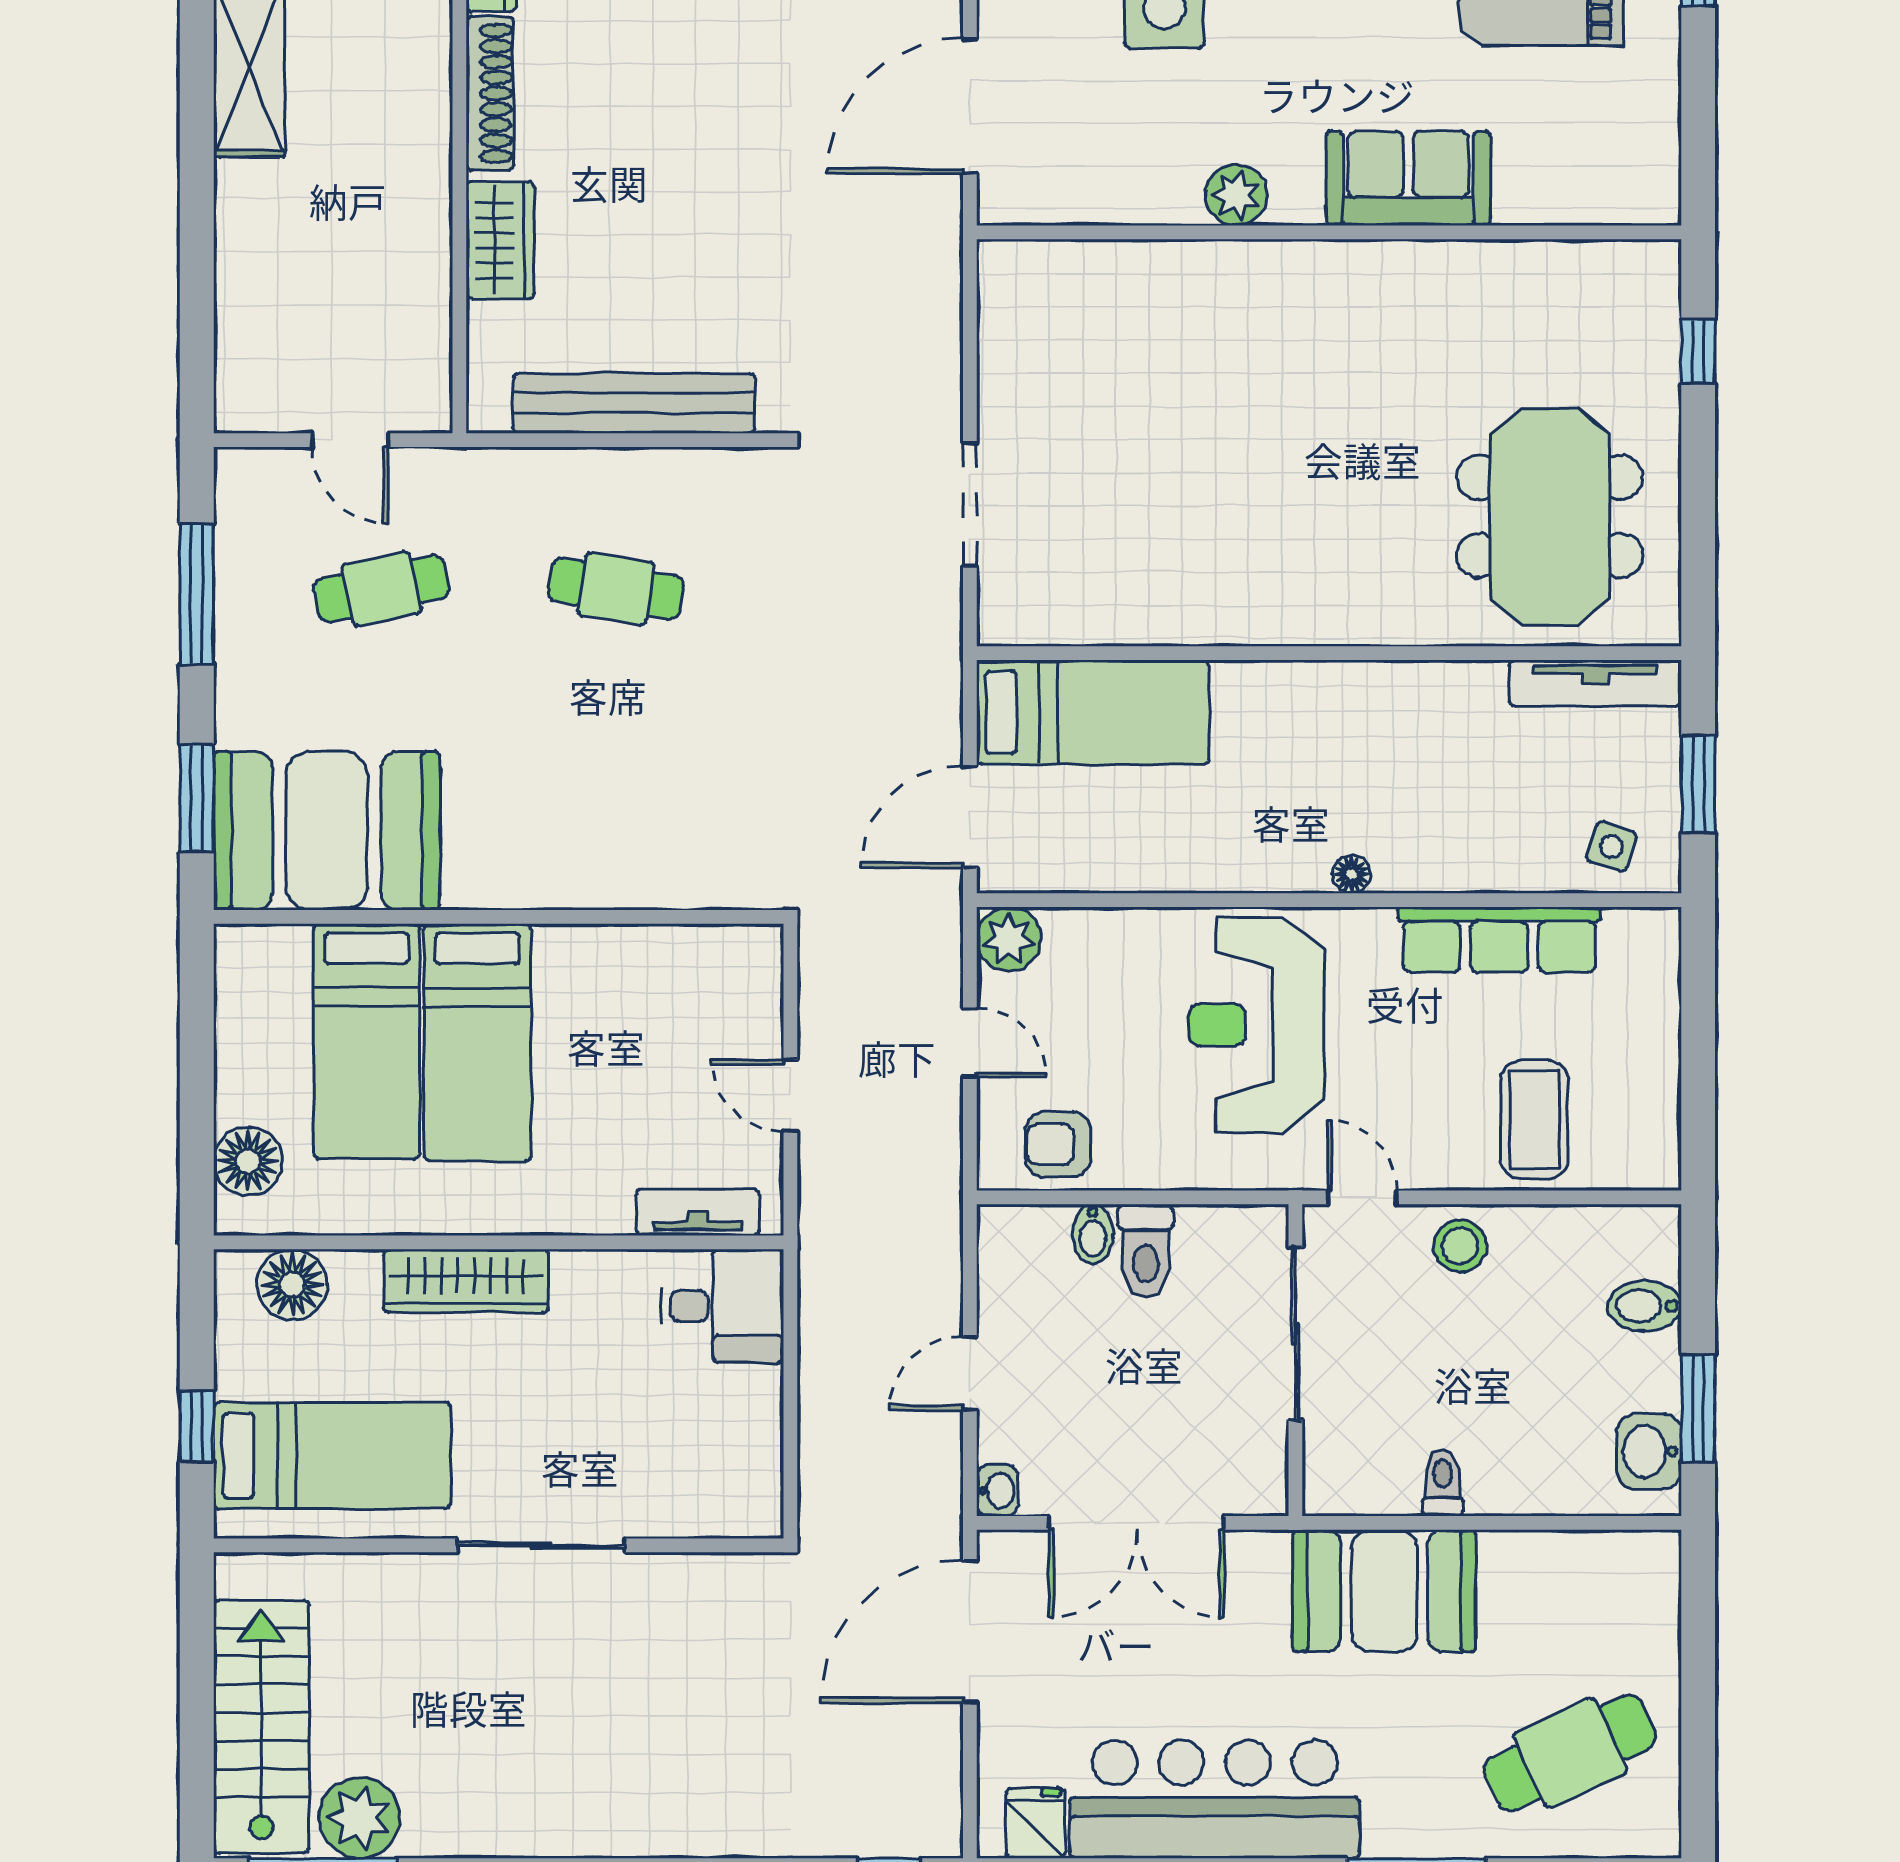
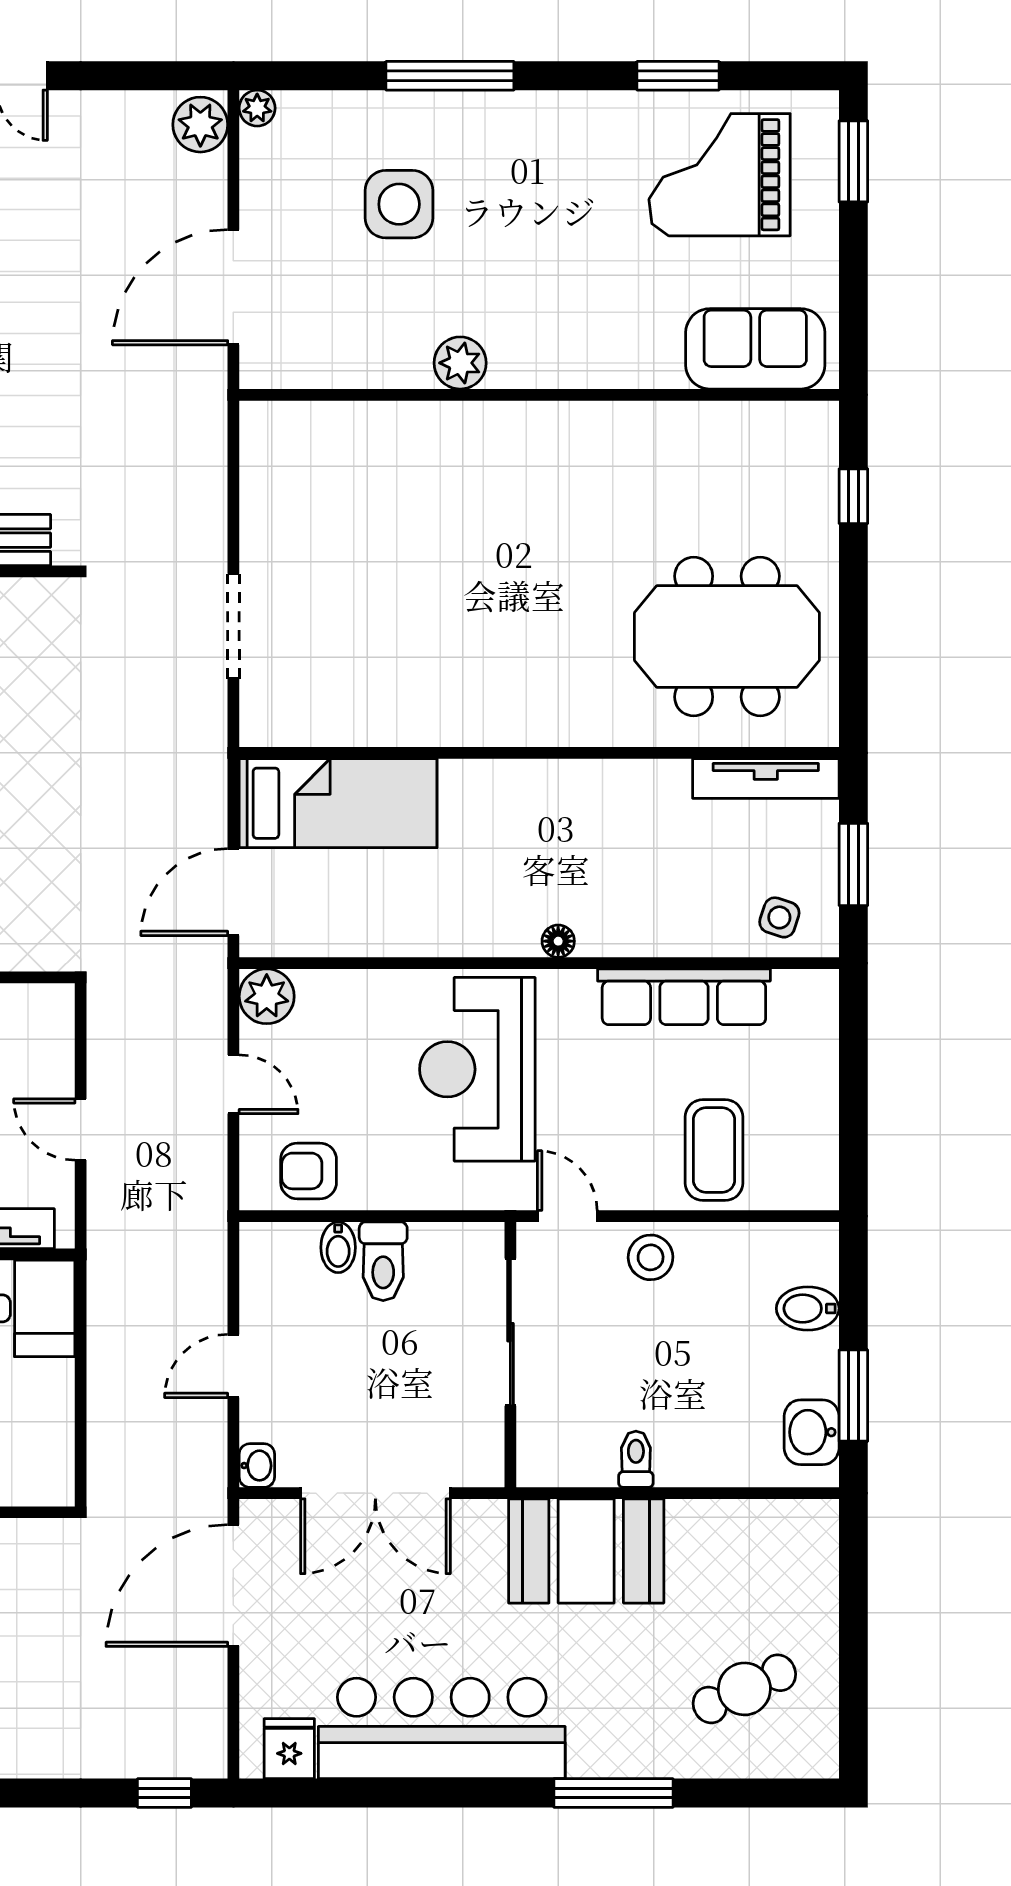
sofa: (1408, 178) -> (755, 349), moved
meeting table: (1550, 516) -> (727, 637), turned 90
cafe table: (1570, 1753) -> (744, 1689), width x0.73, depth x0.74

